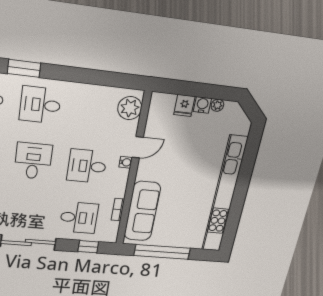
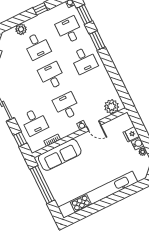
desk: (40, 105) -> (84, 60), turned 180
desk: (33, 161) -> (52, 76), turned -90

